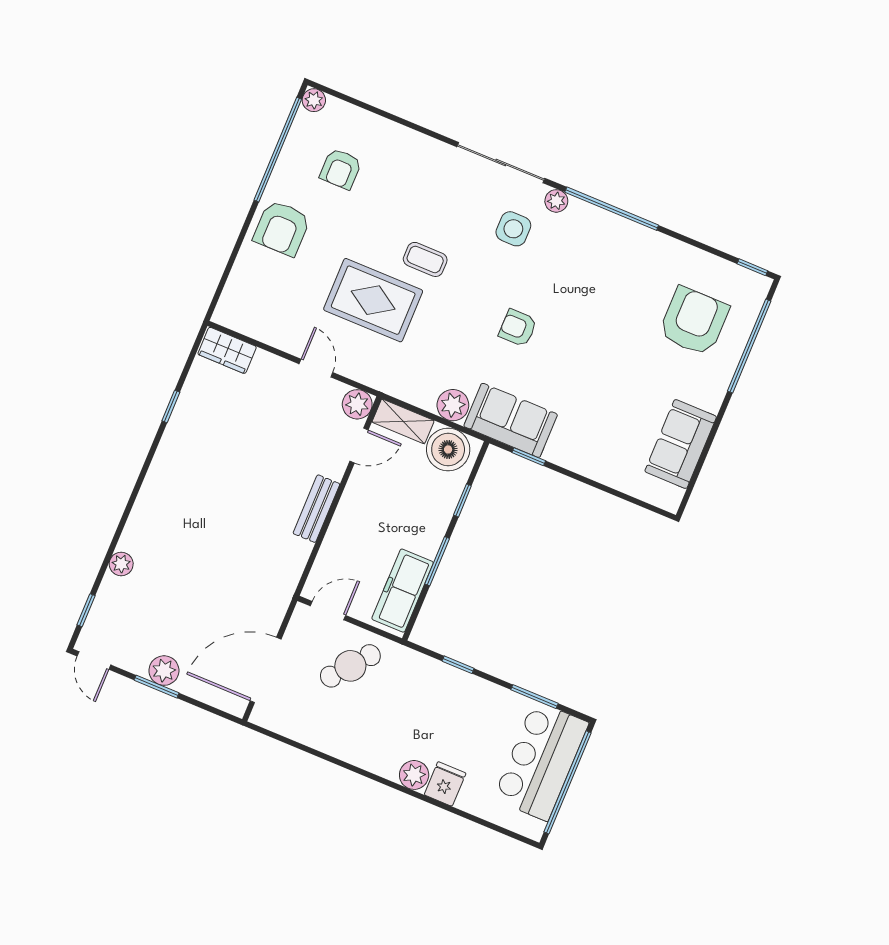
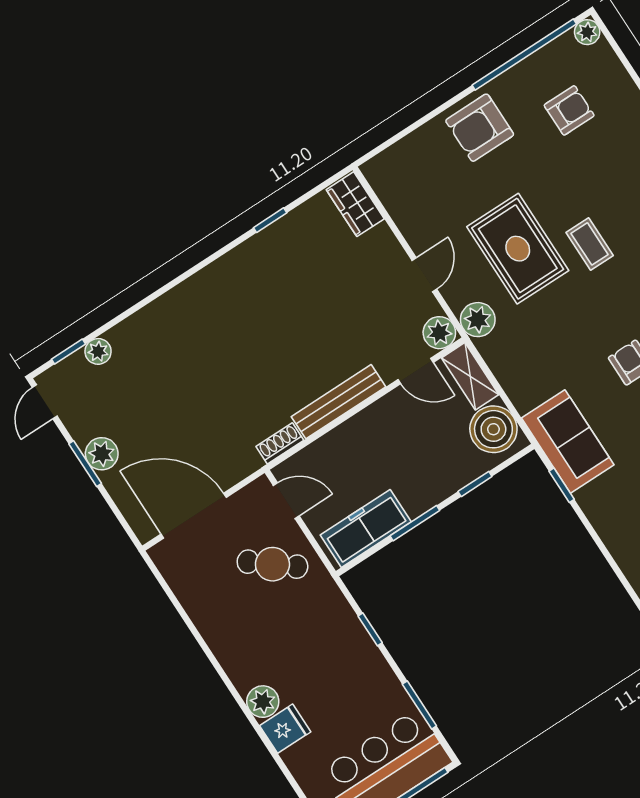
armchair: (341, 169) -> (569, 110), turned 180
plant: (453, 405) -> (478, 320), moved
bench: (316, 509) -> (339, 402), width x1.36
plant: (121, 564) -> (98, 351), moved
shoe rack: (294, 571) -> (280, 443), added

